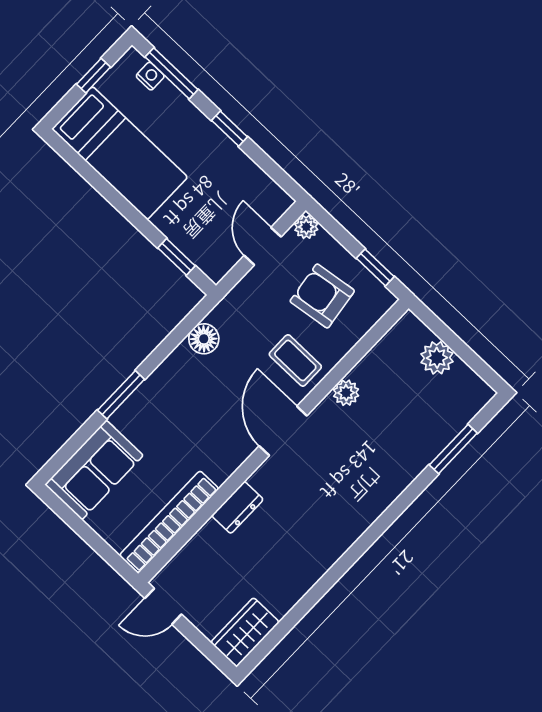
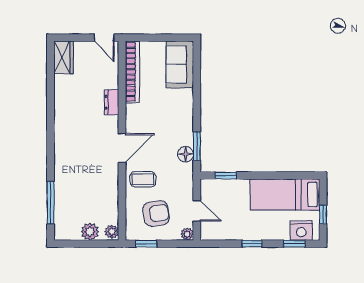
window: (171, 73) -> (294, 244), width x0.67
nightstand: (150, 76) -> (301, 231), width x1.89, depth x1.79
plant: (346, 393) -> (112, 232), moved
window: (121, 395) -> (197, 146), moved
door: (283, 431) -> (122, 148), hinge flipped
window: (453, 449) -> (51, 203), width x1.44
door: (163, 606) -> (104, 38), swing flipped

